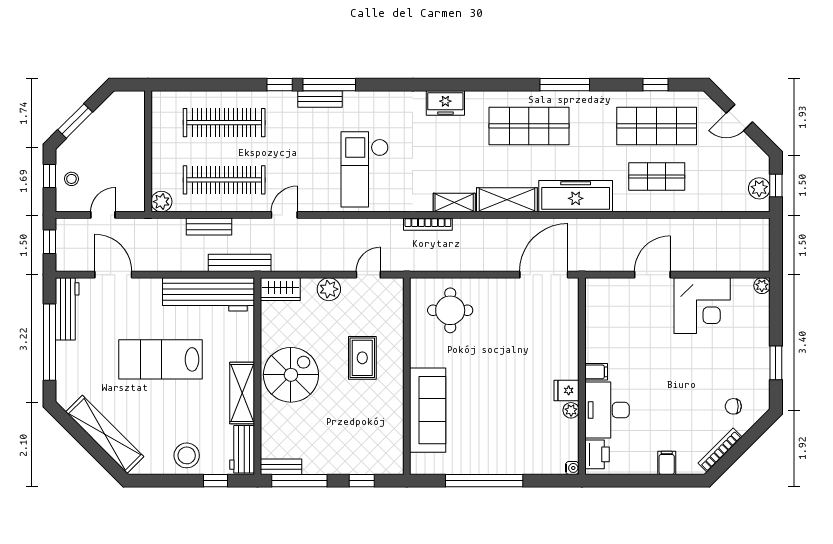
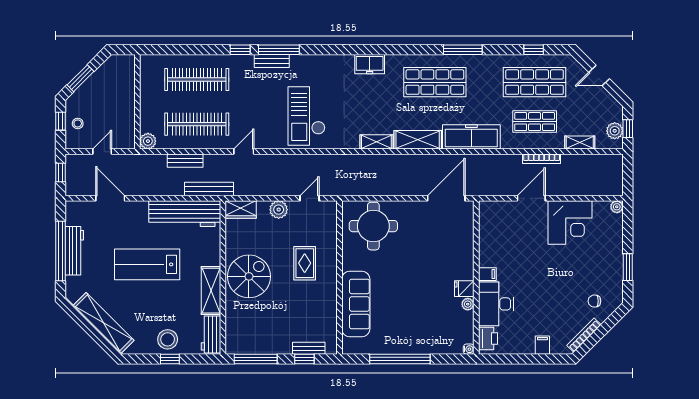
shelving: (715, 203) -> (580, 143), added
bookcase: (428, 224) -> (542, 159), moved
workbench: (67, 309) -> (74, 251), moved
round table: (450, 310) -> (373, 226), width x1.36, depth x1.36
bench: (281, 467) -> (309, 348), moved
window: (216, 481) -> (170, 359), moved

